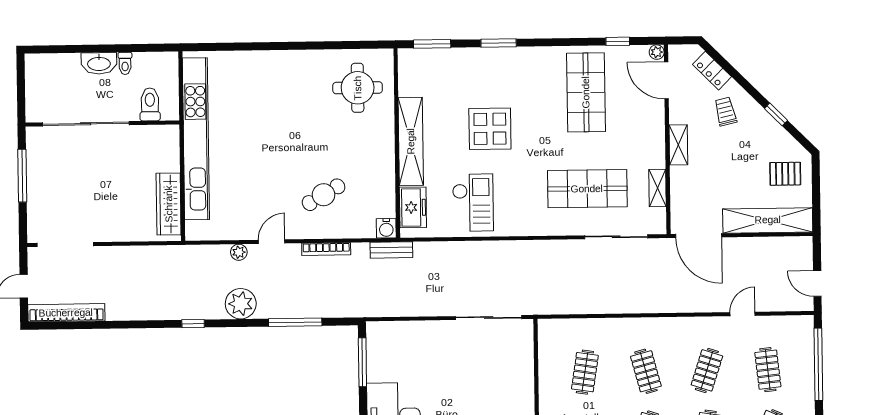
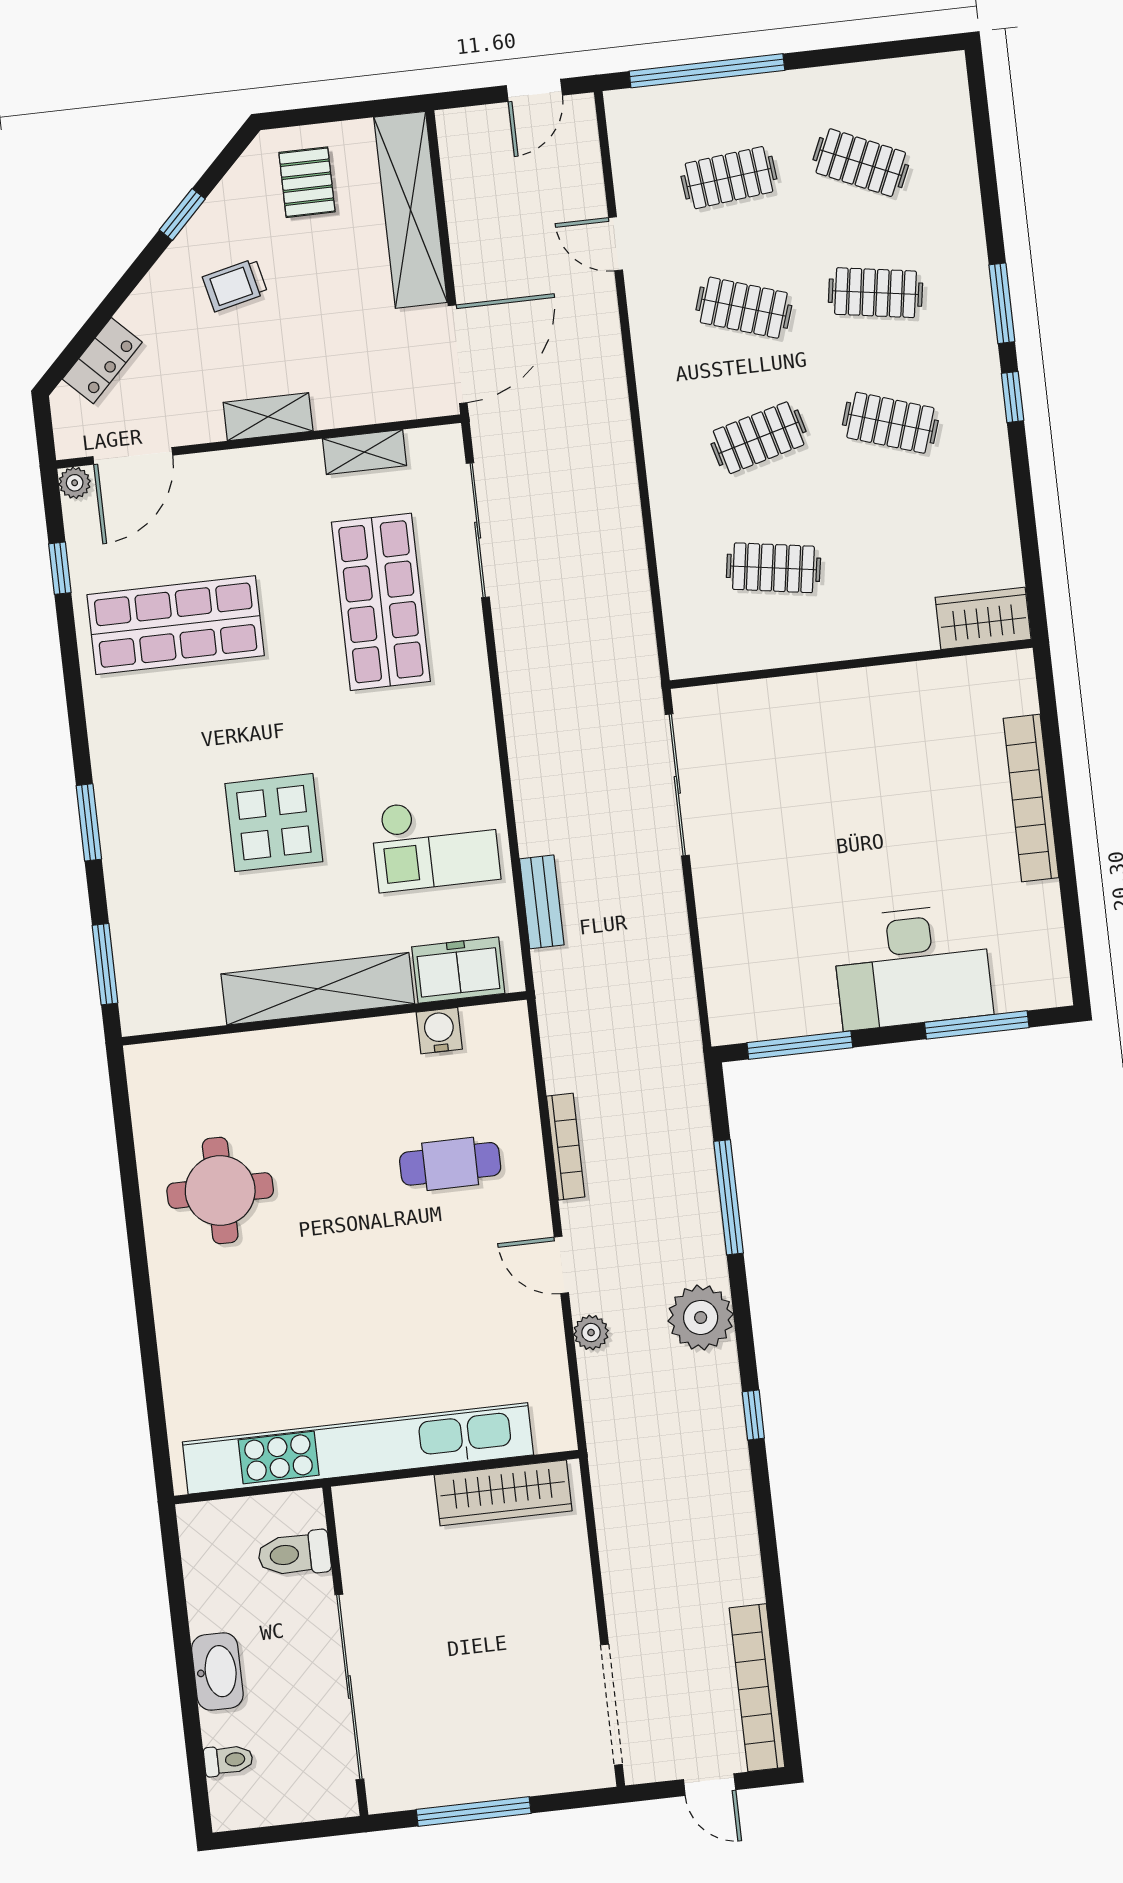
toilet: (125, 63) -> (228, 1760), moved
round table: (358, 88) -> (220, 1191), moved
trolley: (726, 112) -> (235, 285), moved
cafe table: (324, 195) -> (450, 1164), turned -60
checkout: (473, 203) -> (435, 843), turned 180
water cooler: (386, 228) -> (439, 1031), moved, turned -90
bench: (391, 250) -> (542, 902), moved

